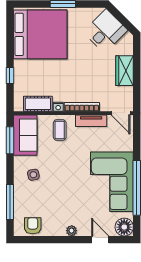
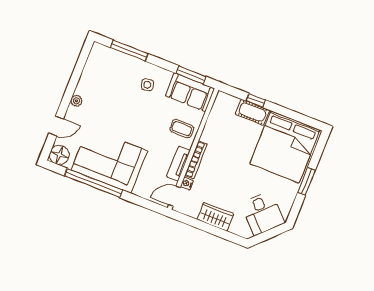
cot: (38, 104) -> (252, 112), moved, turned 90
nightstand: (58, 107) -> (187, 184), moved
armchair: (33, 226) -> (97, 64), removed

